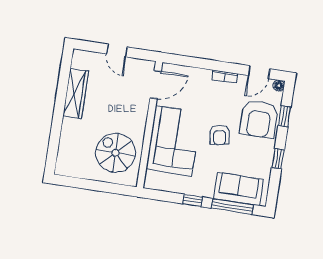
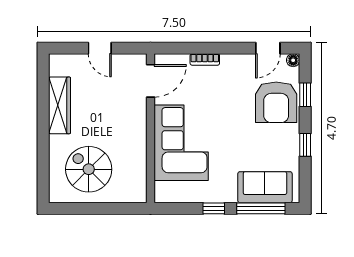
bookcase: (225, 77) -> (205, 59), moved
armchair: (220, 135) -> (234, 128), removed
spiral stairs: (115, 153) -> (89, 169), moved

